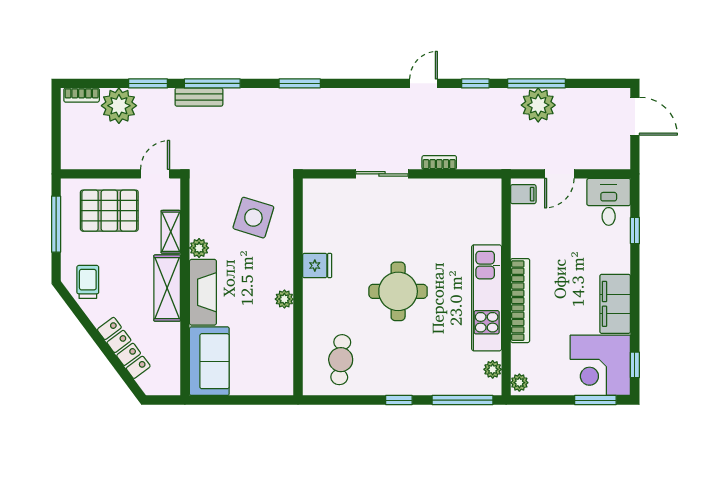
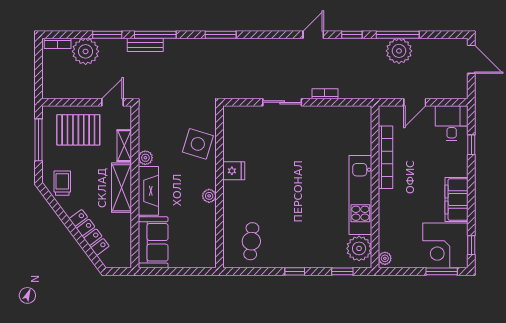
filing cabinet: (523, 194) -> (388, 117), removed
side table: (253, 218) -> (198, 144), moved
round table: (398, 291) -> (294, 190), removed
bookcase: (520, 301) -> (385, 157), moved
plant: (493, 369) -> (359, 248), width x1.88, depth x1.88
window: (463, 400) -> (342, 271), width x0.46

